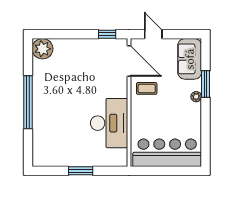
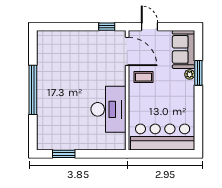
plant: (43, 49) -> (46, 40), removed
plant: (196, 97) -> (190, 74), moved
window: (81, 171) -> (64, 154), moved

